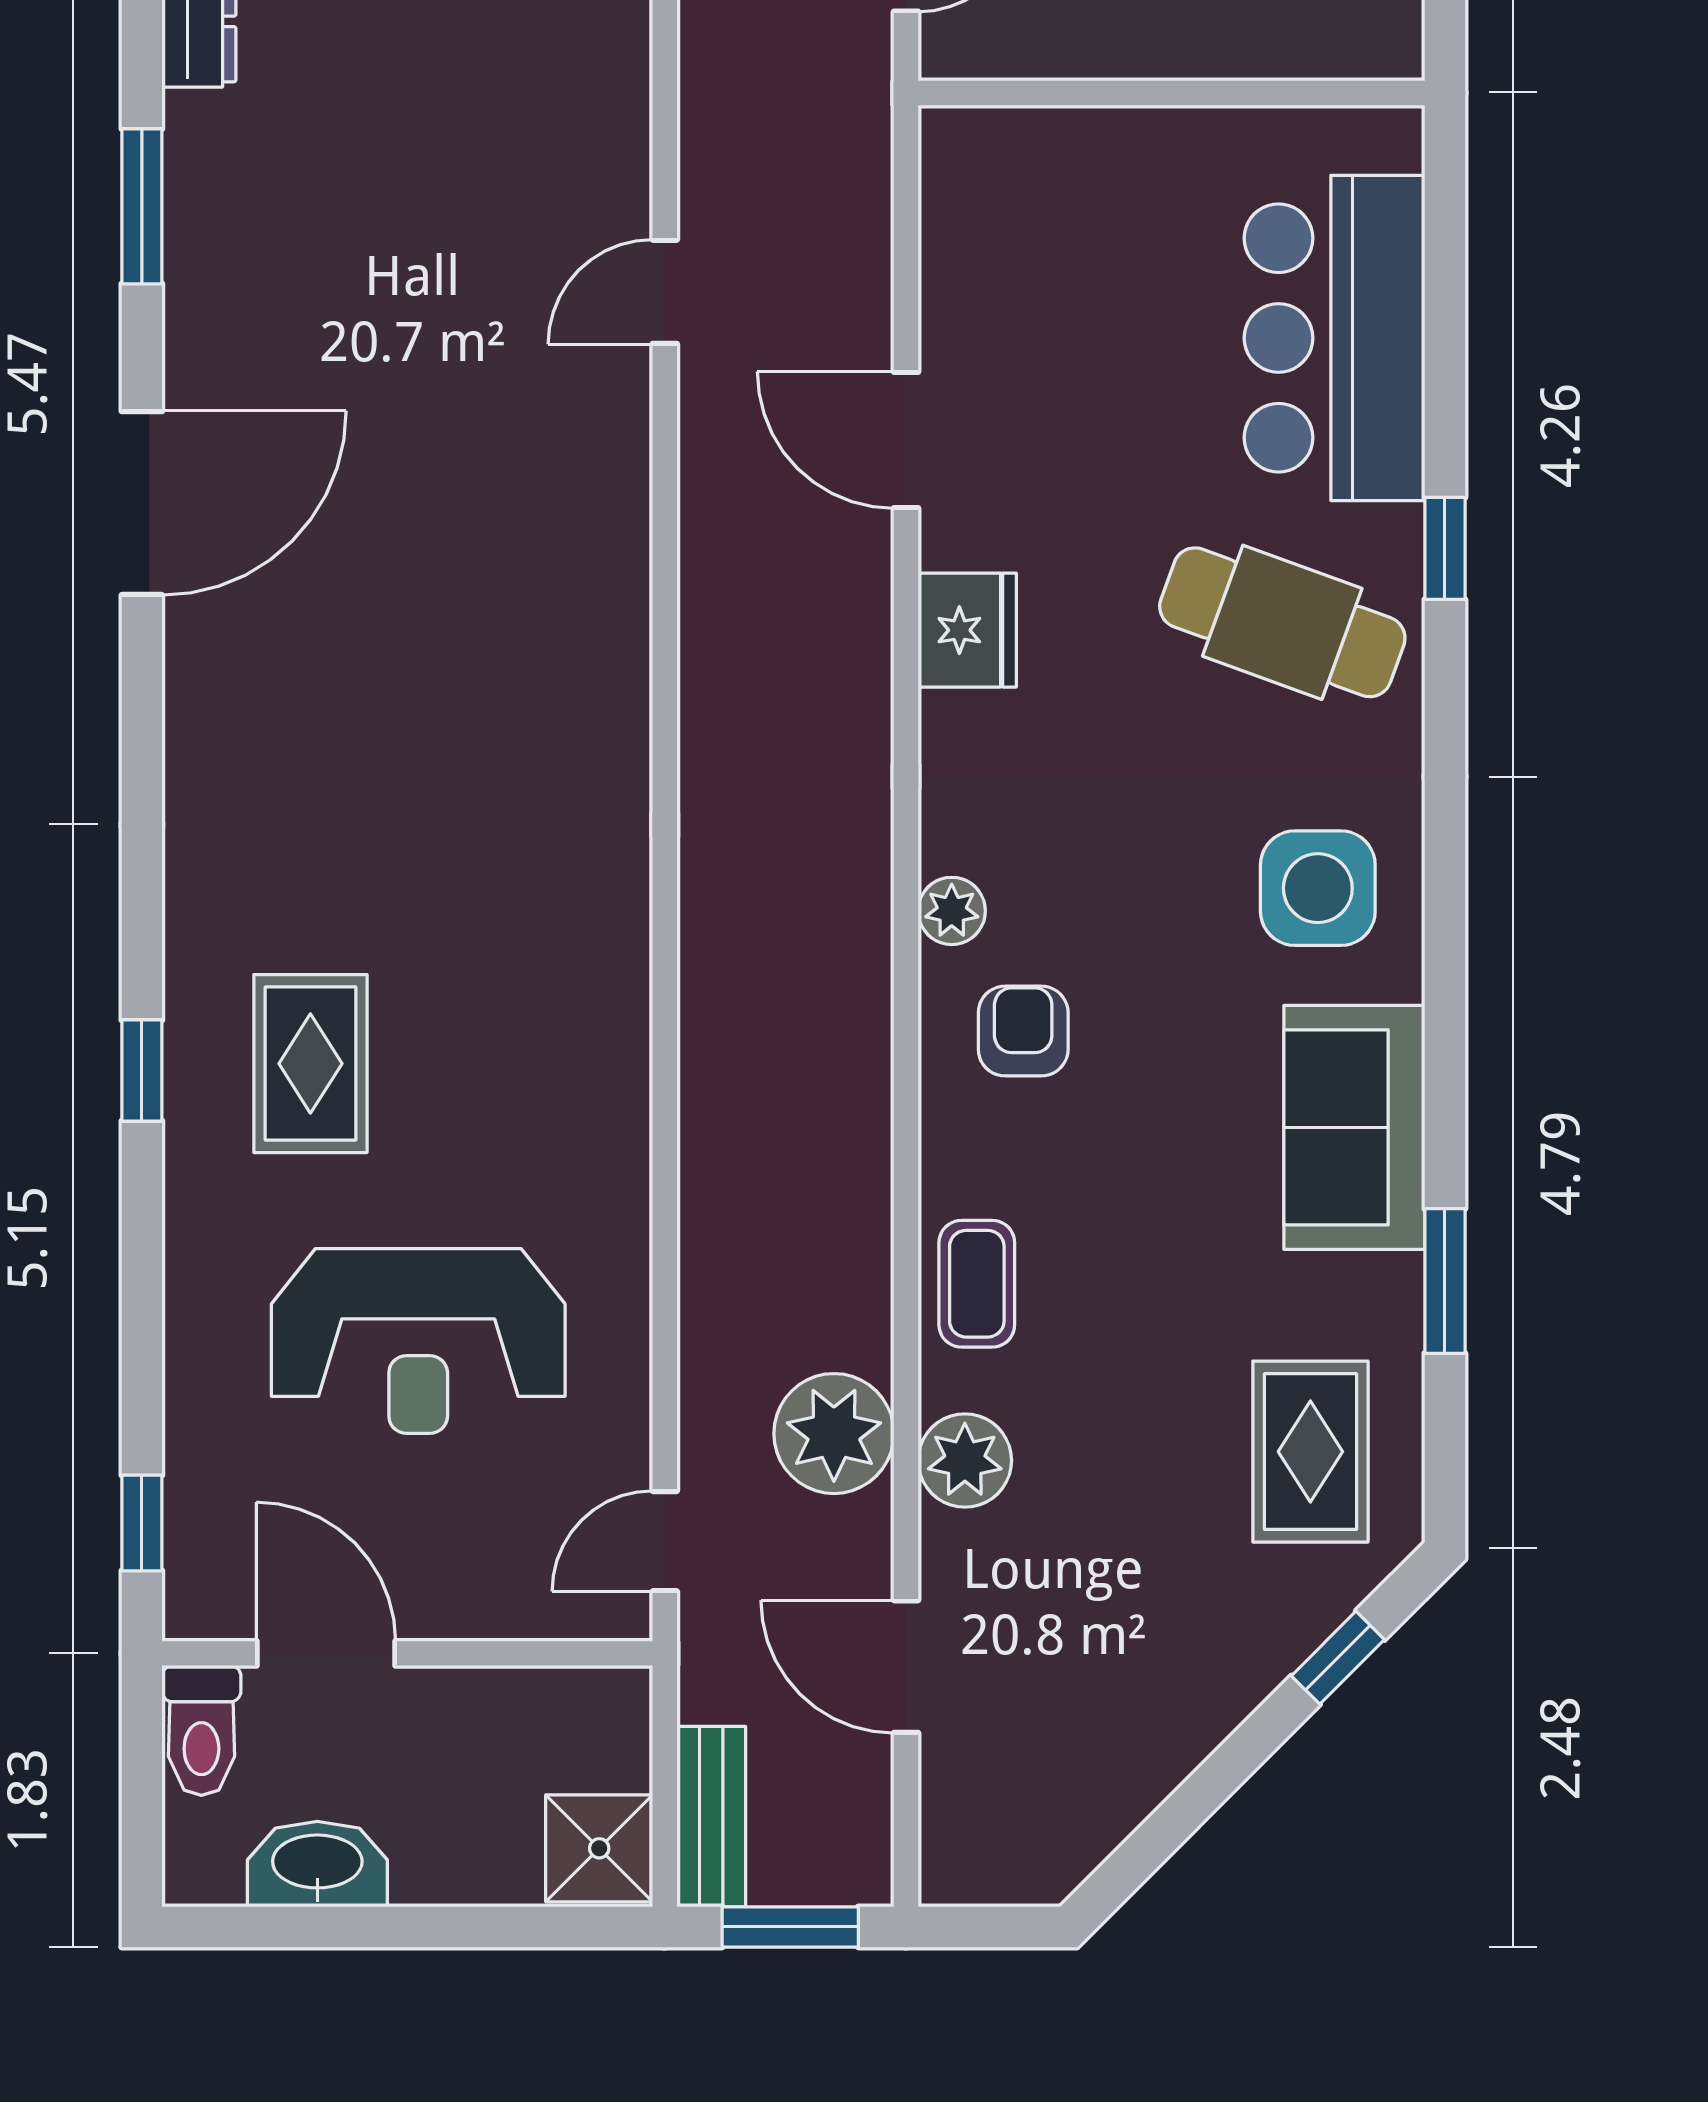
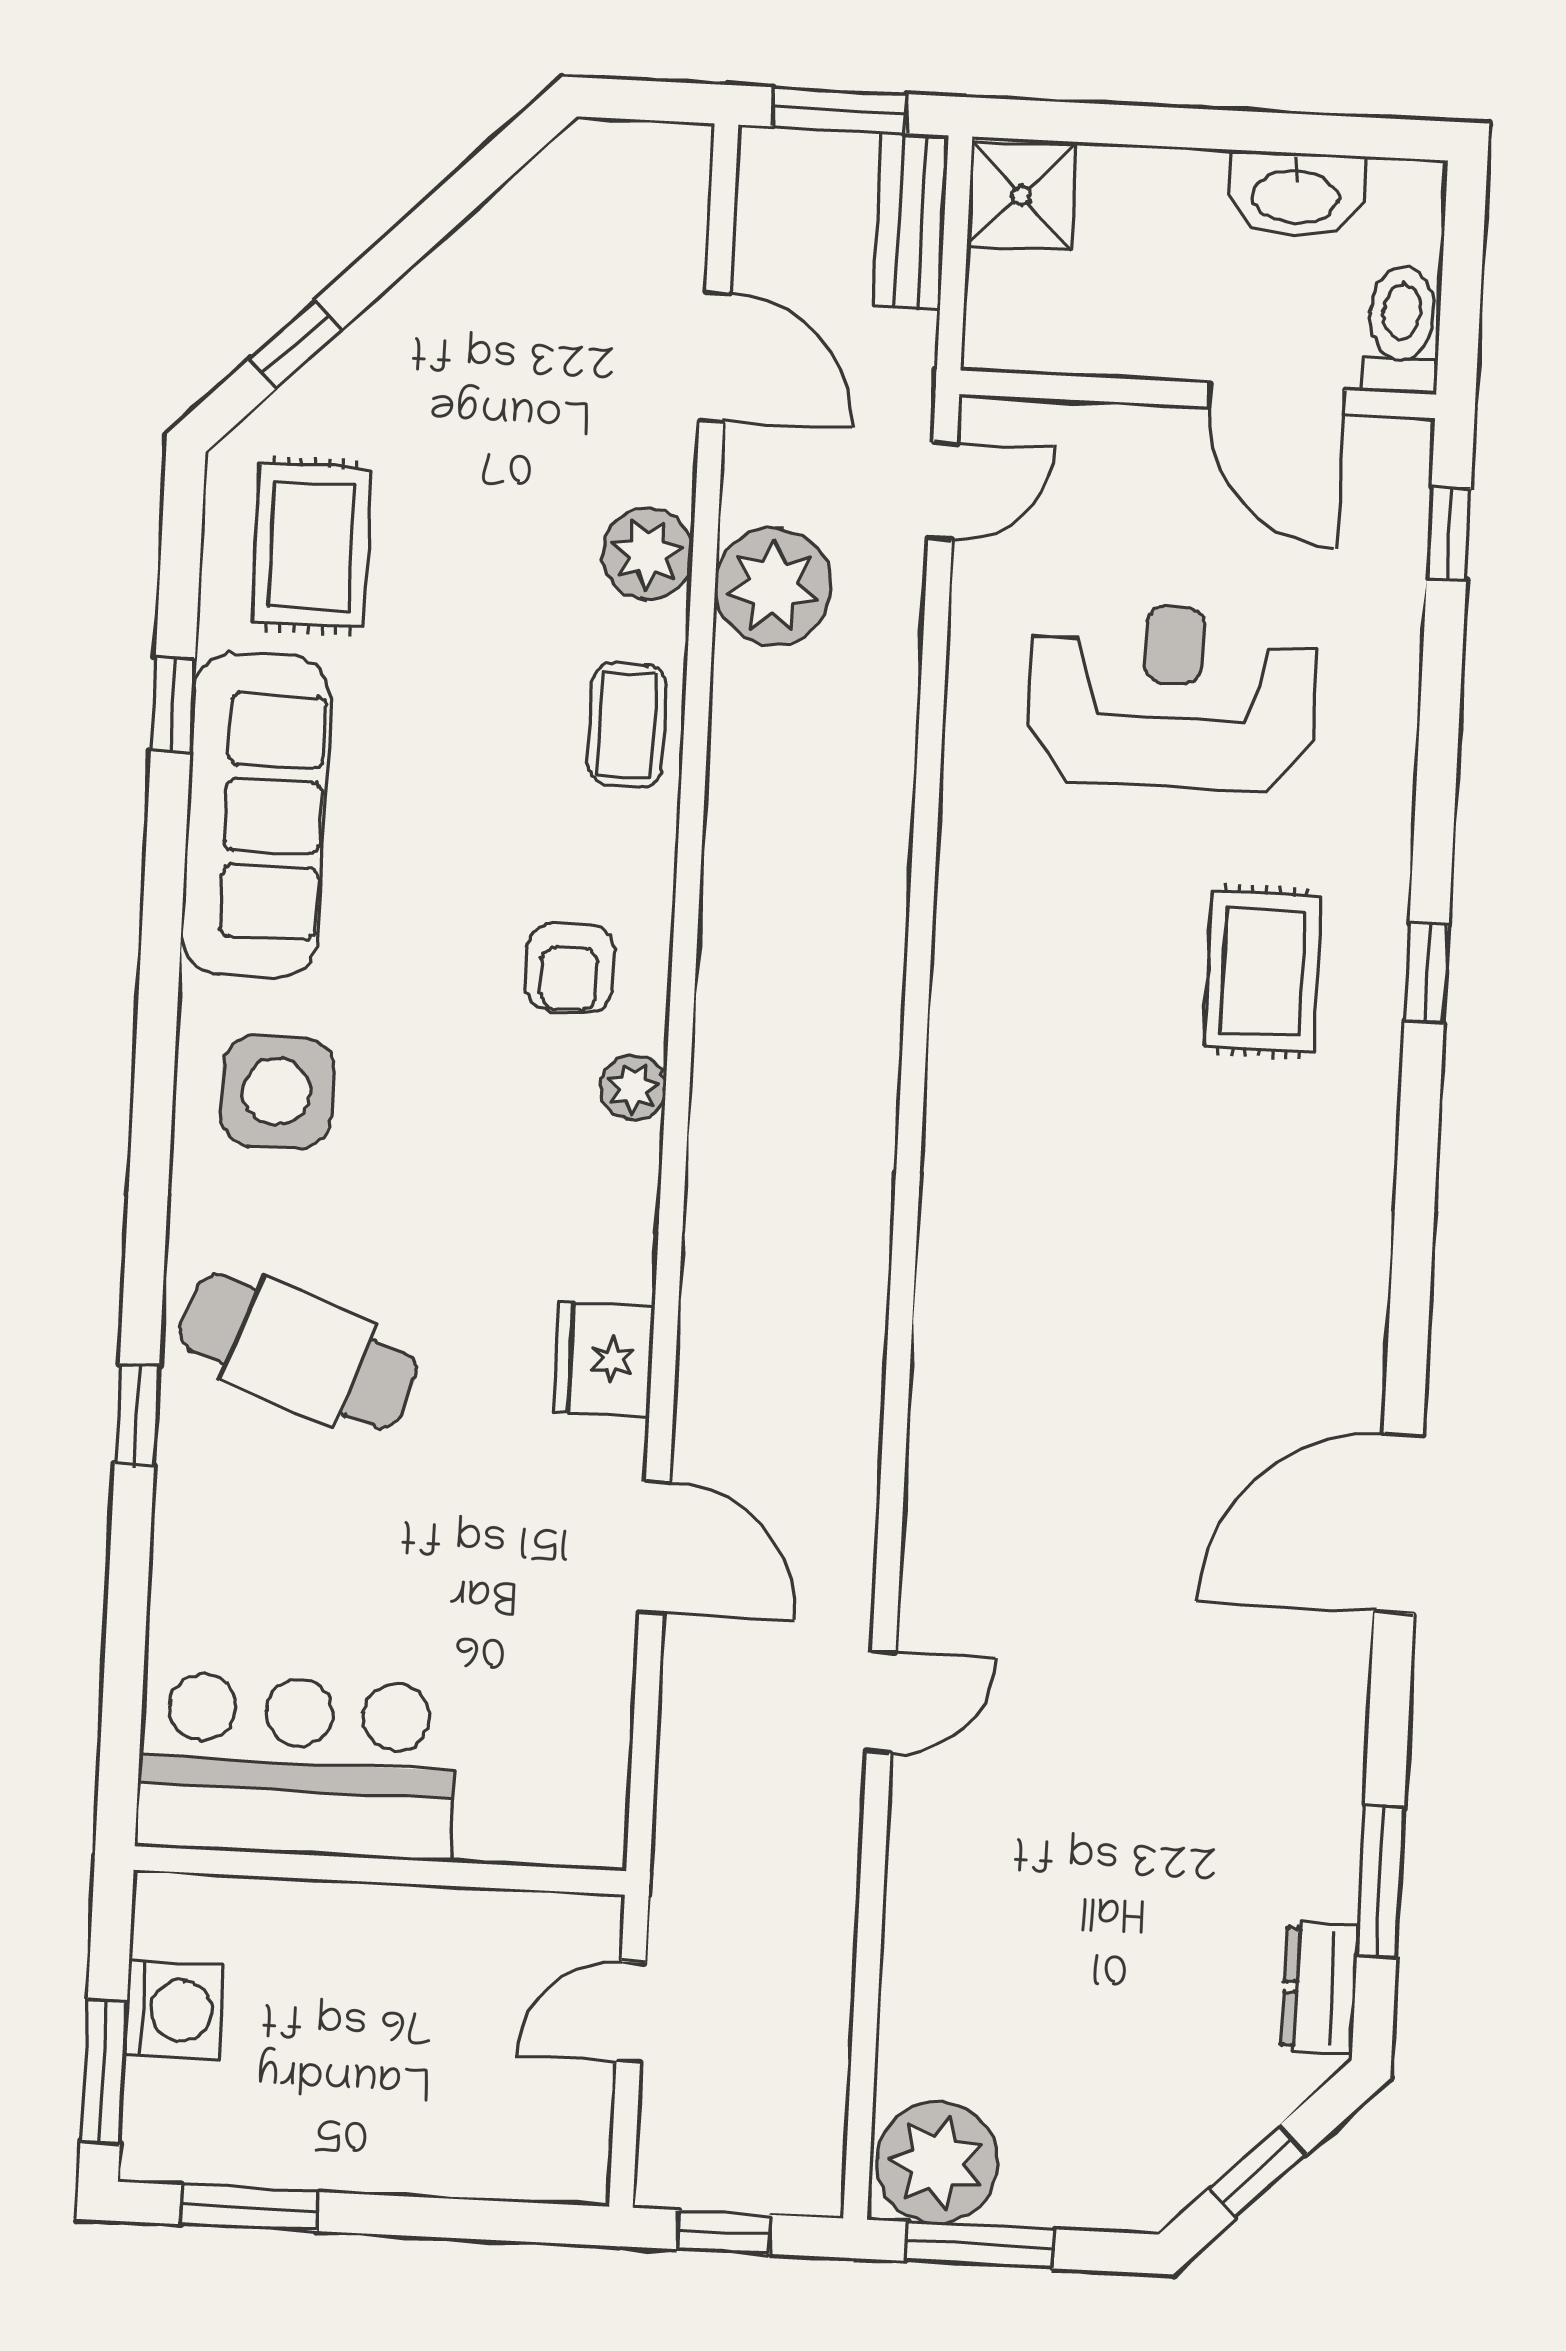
window: (142, 206) -> (1381, 1882), moved
bar counter: (1334, 338) -> (297, 1767), moved, turned -90
sofa: (1354, 1127) -> (255, 815), width x1.36
window: (1445, 1281) -> (173, 705), width x0.67

